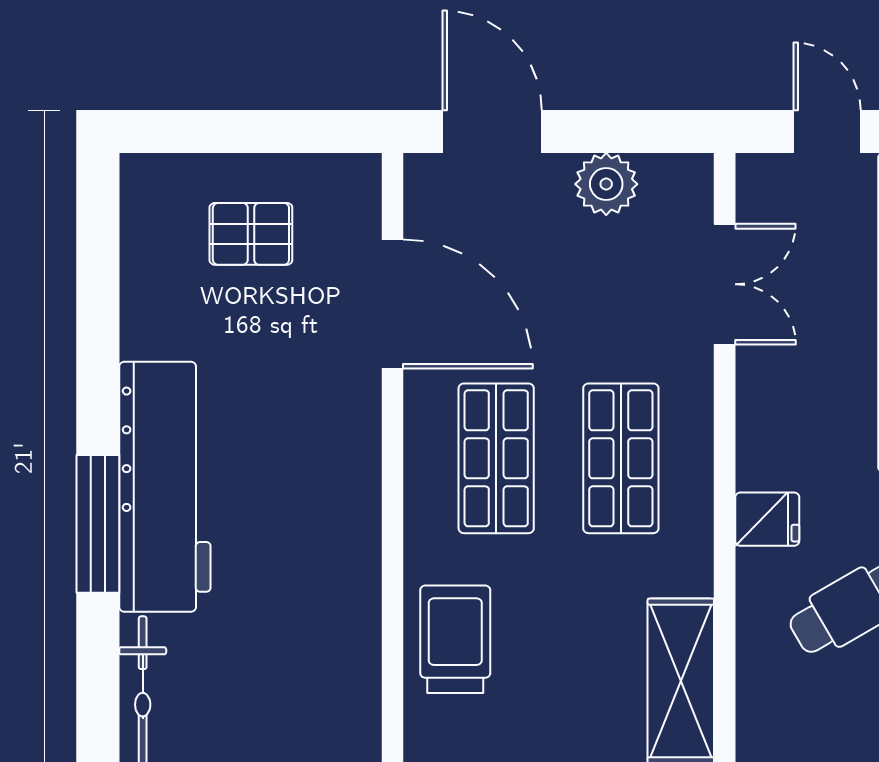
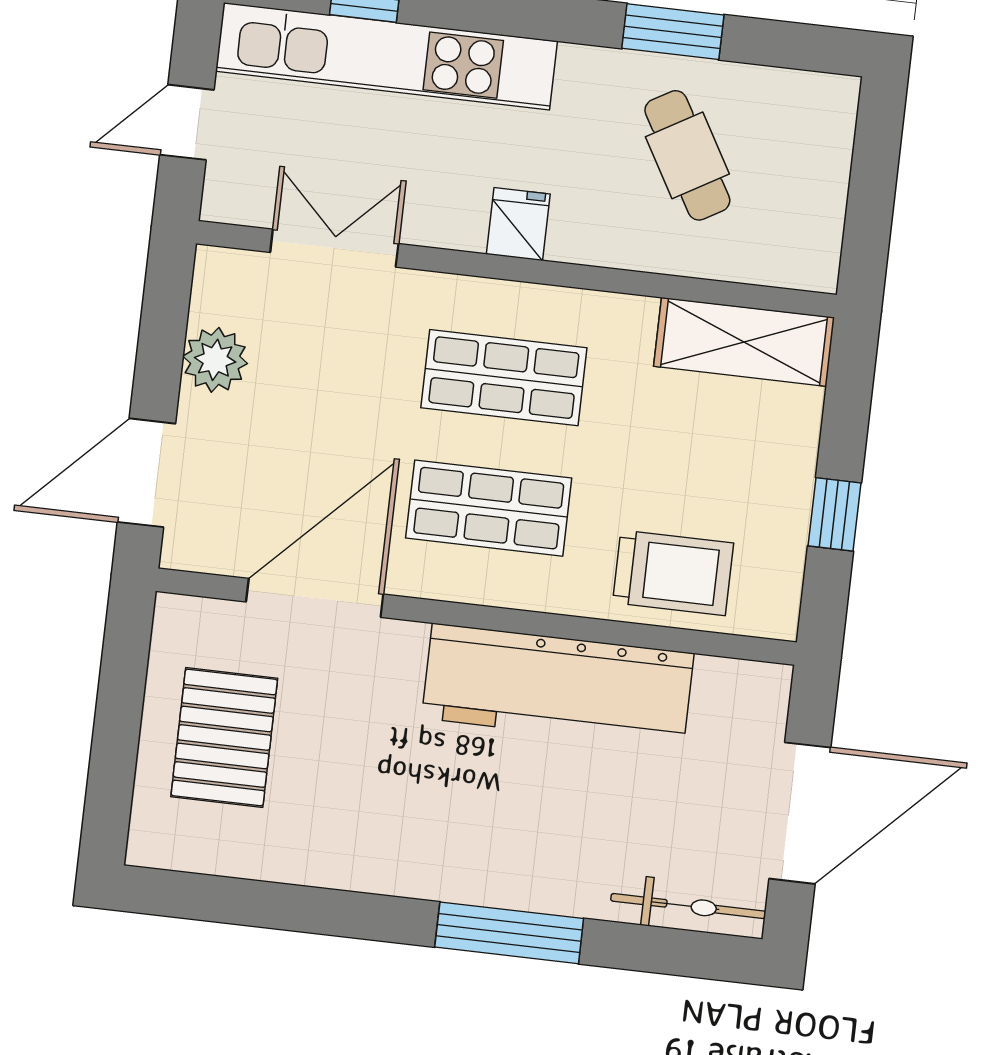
pallet: (251, 234) -> (224, 738), width x1.50, depth x1.42
workbench: (165, 487) -> (558, 686), moved, turned 180
fridge: (767, 519) -> (518, 224), moved
trolley: (455, 639) -> (673, 573), turned 180

